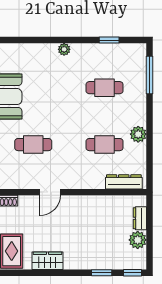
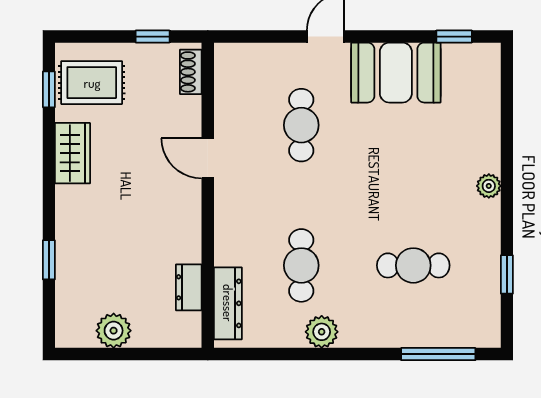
cafe table: (105, 88) -> (413, 265), turned 90
dresser: (140, 218) -> (189, 287), moved, turned -90
window: (132, 273) -> (49, 89), moved

